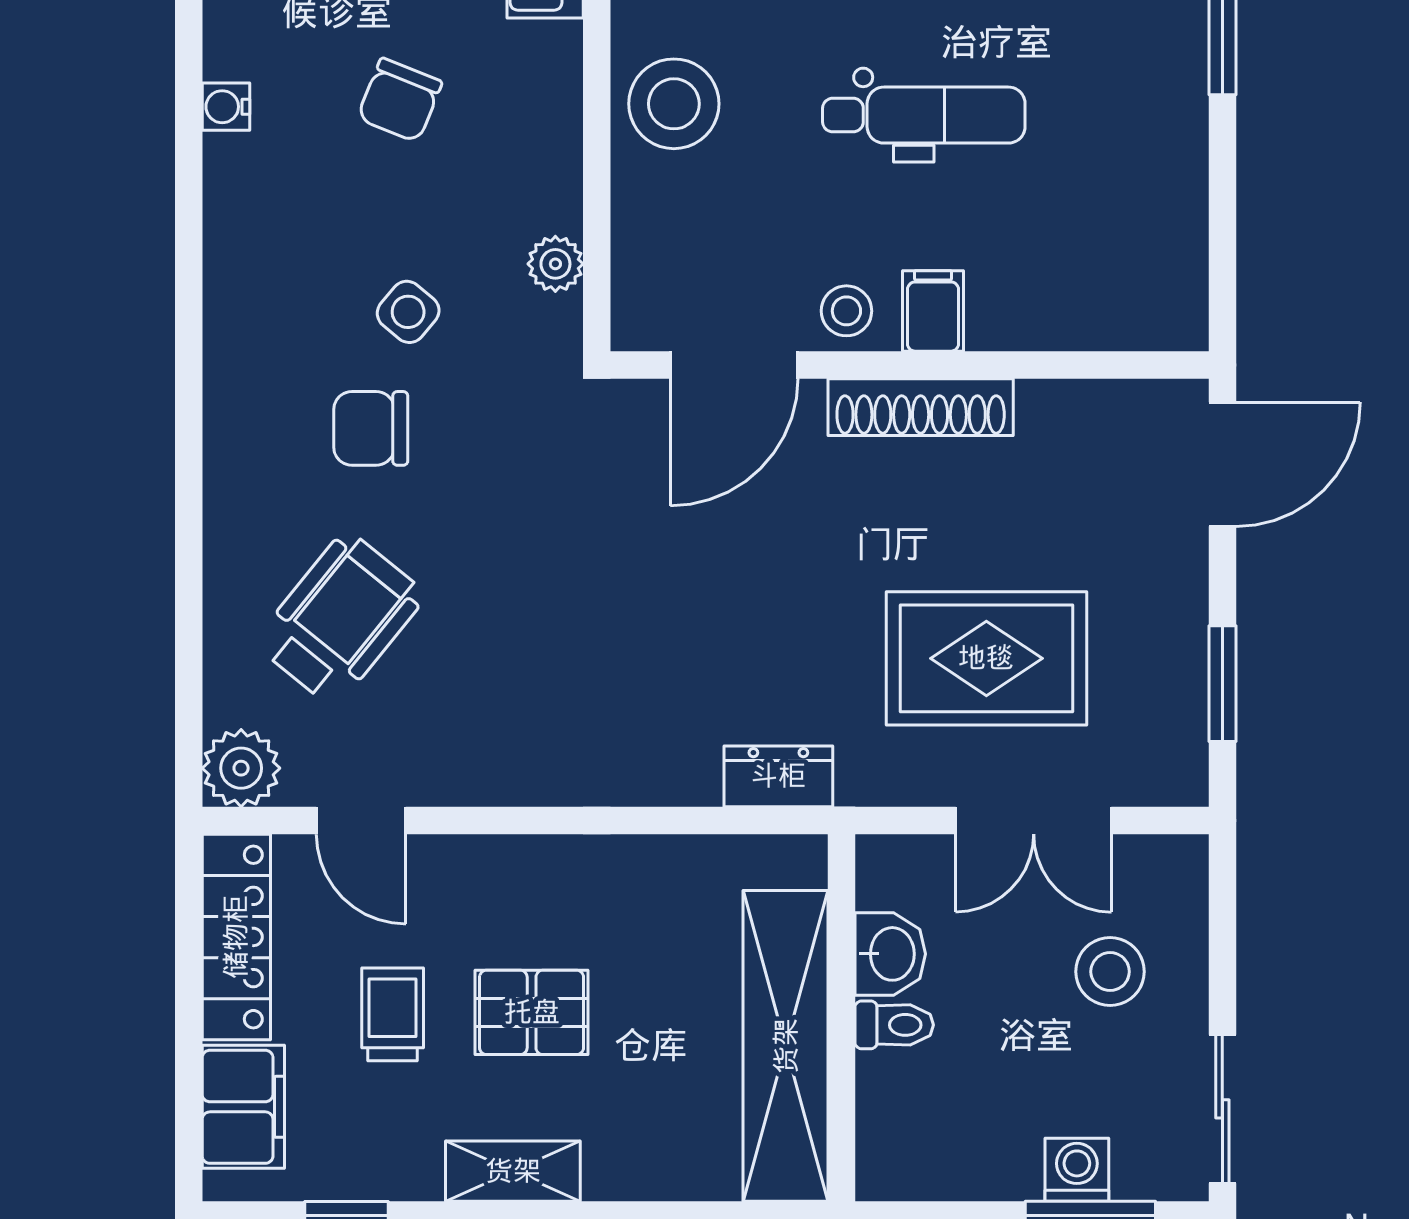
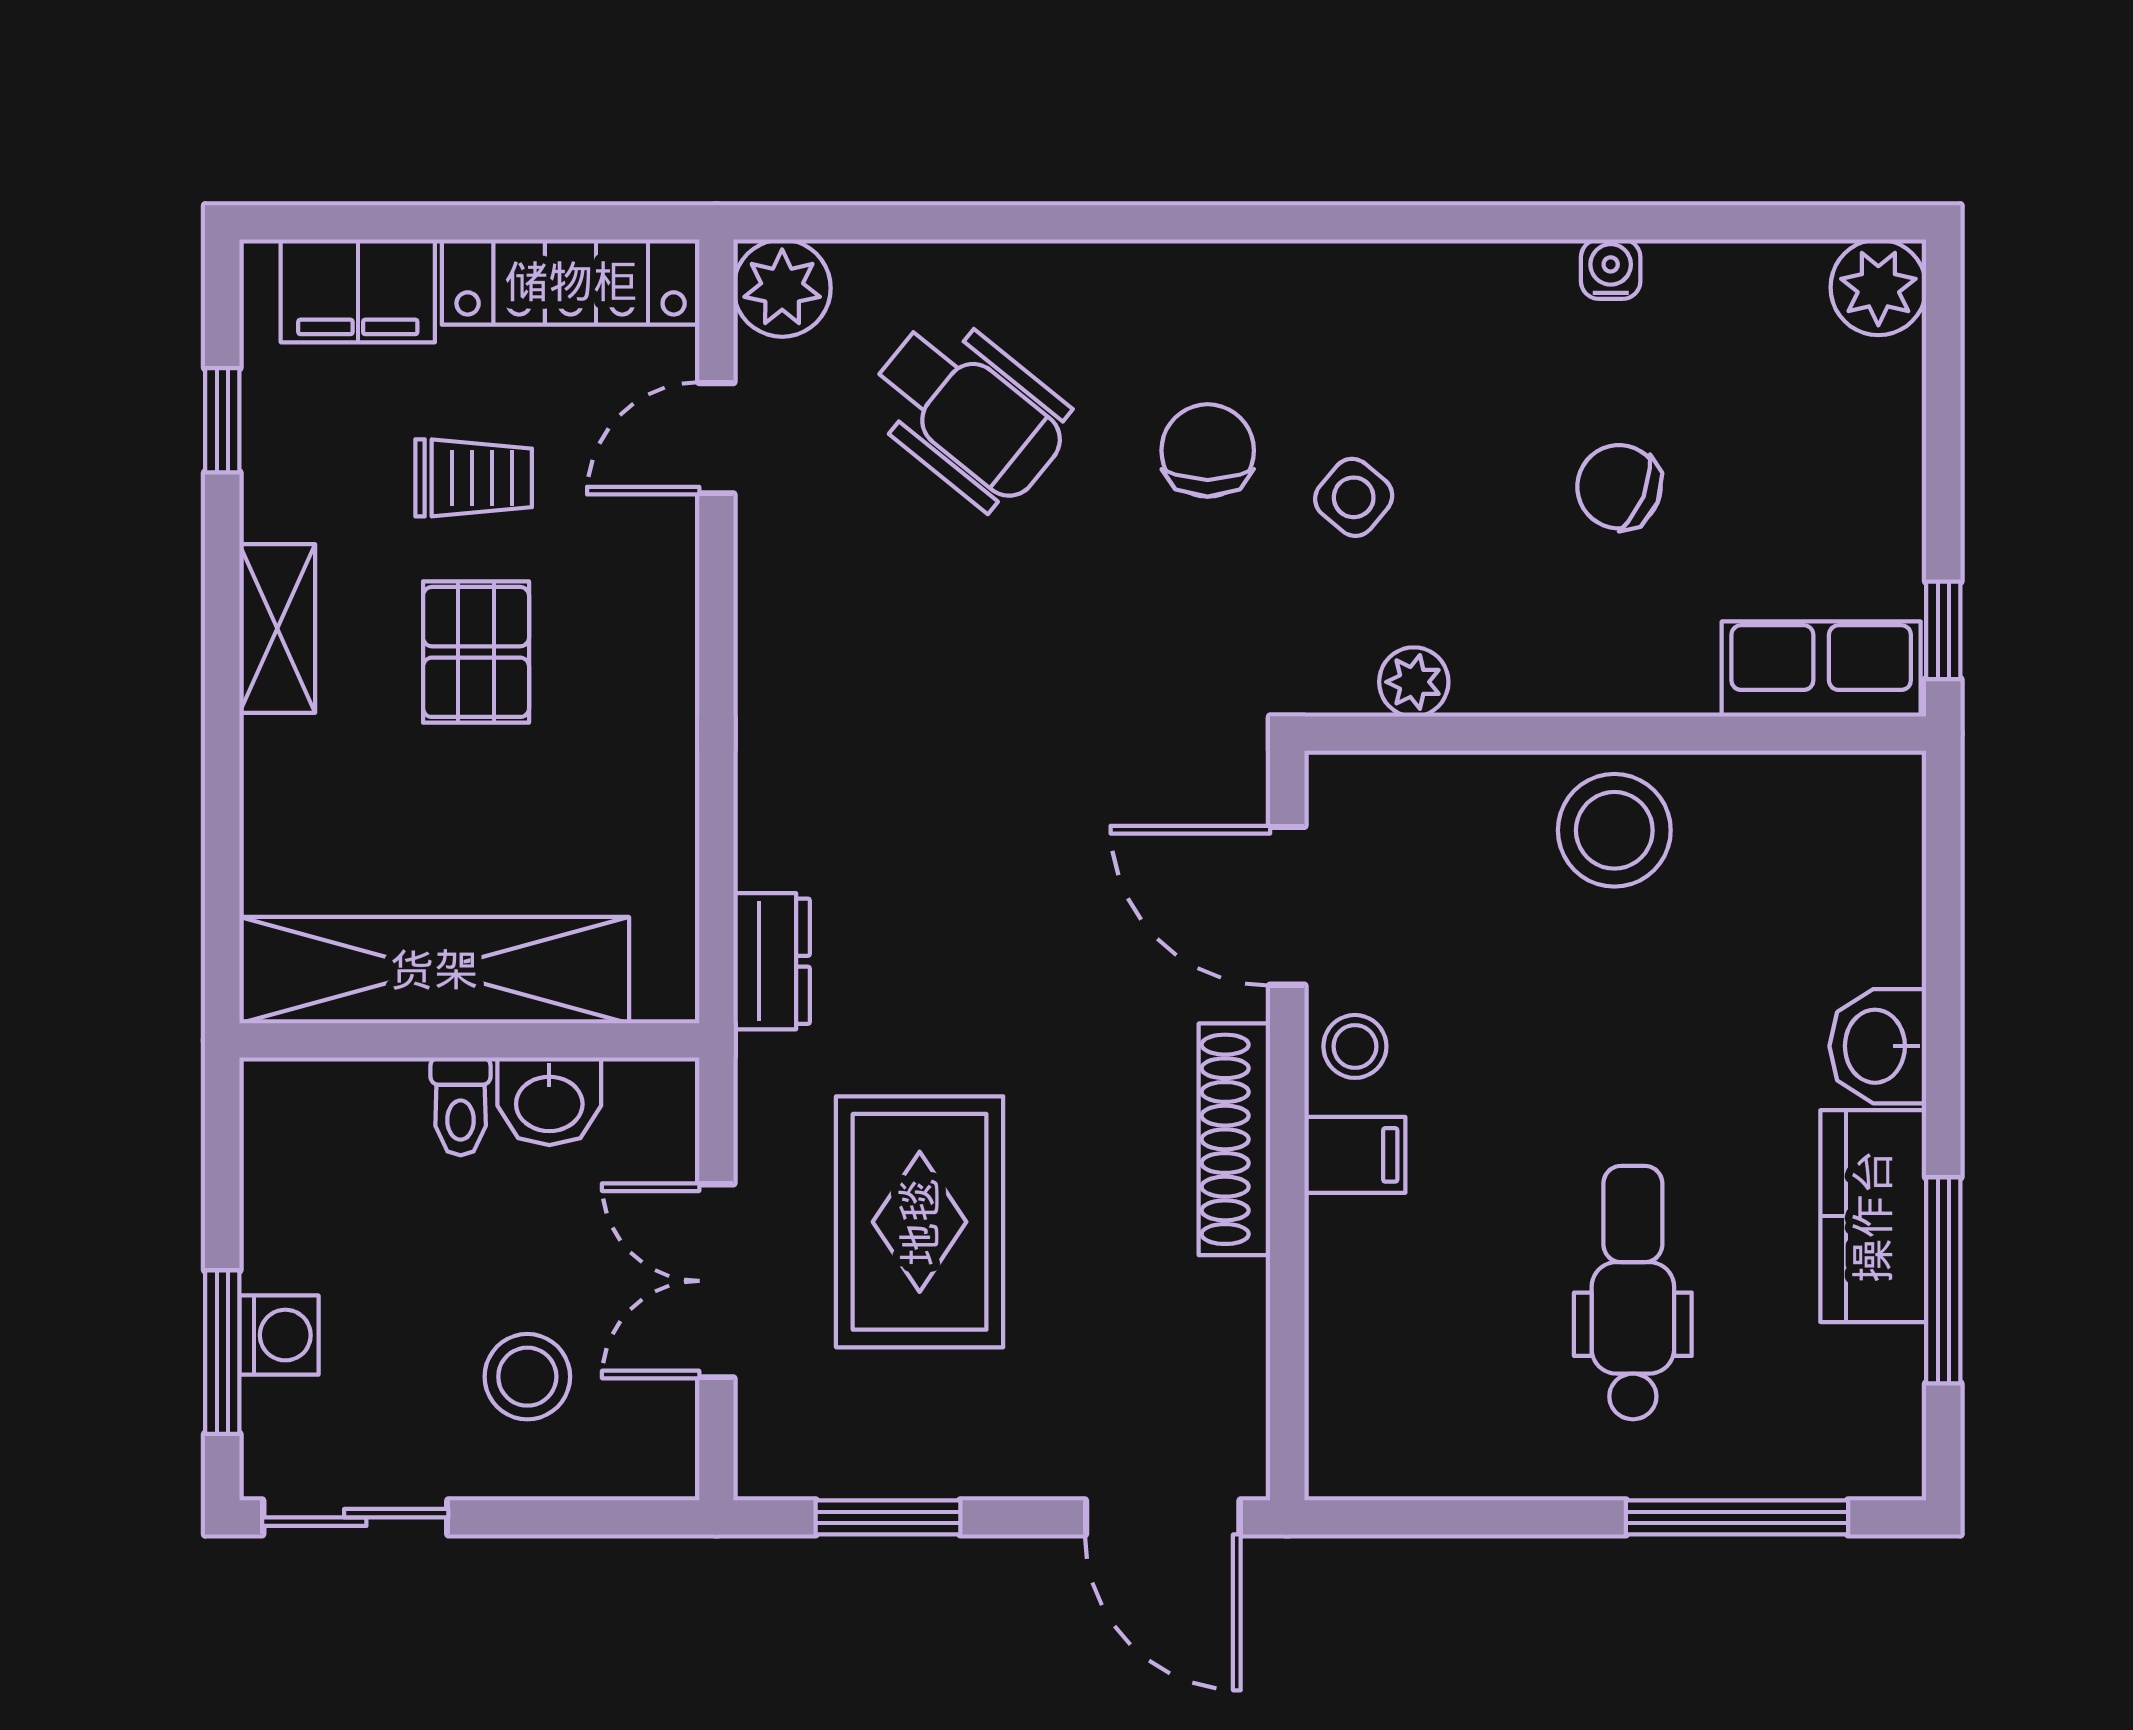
dental chair: (924, 115) -> (1633, 1293), moved, turned 180

